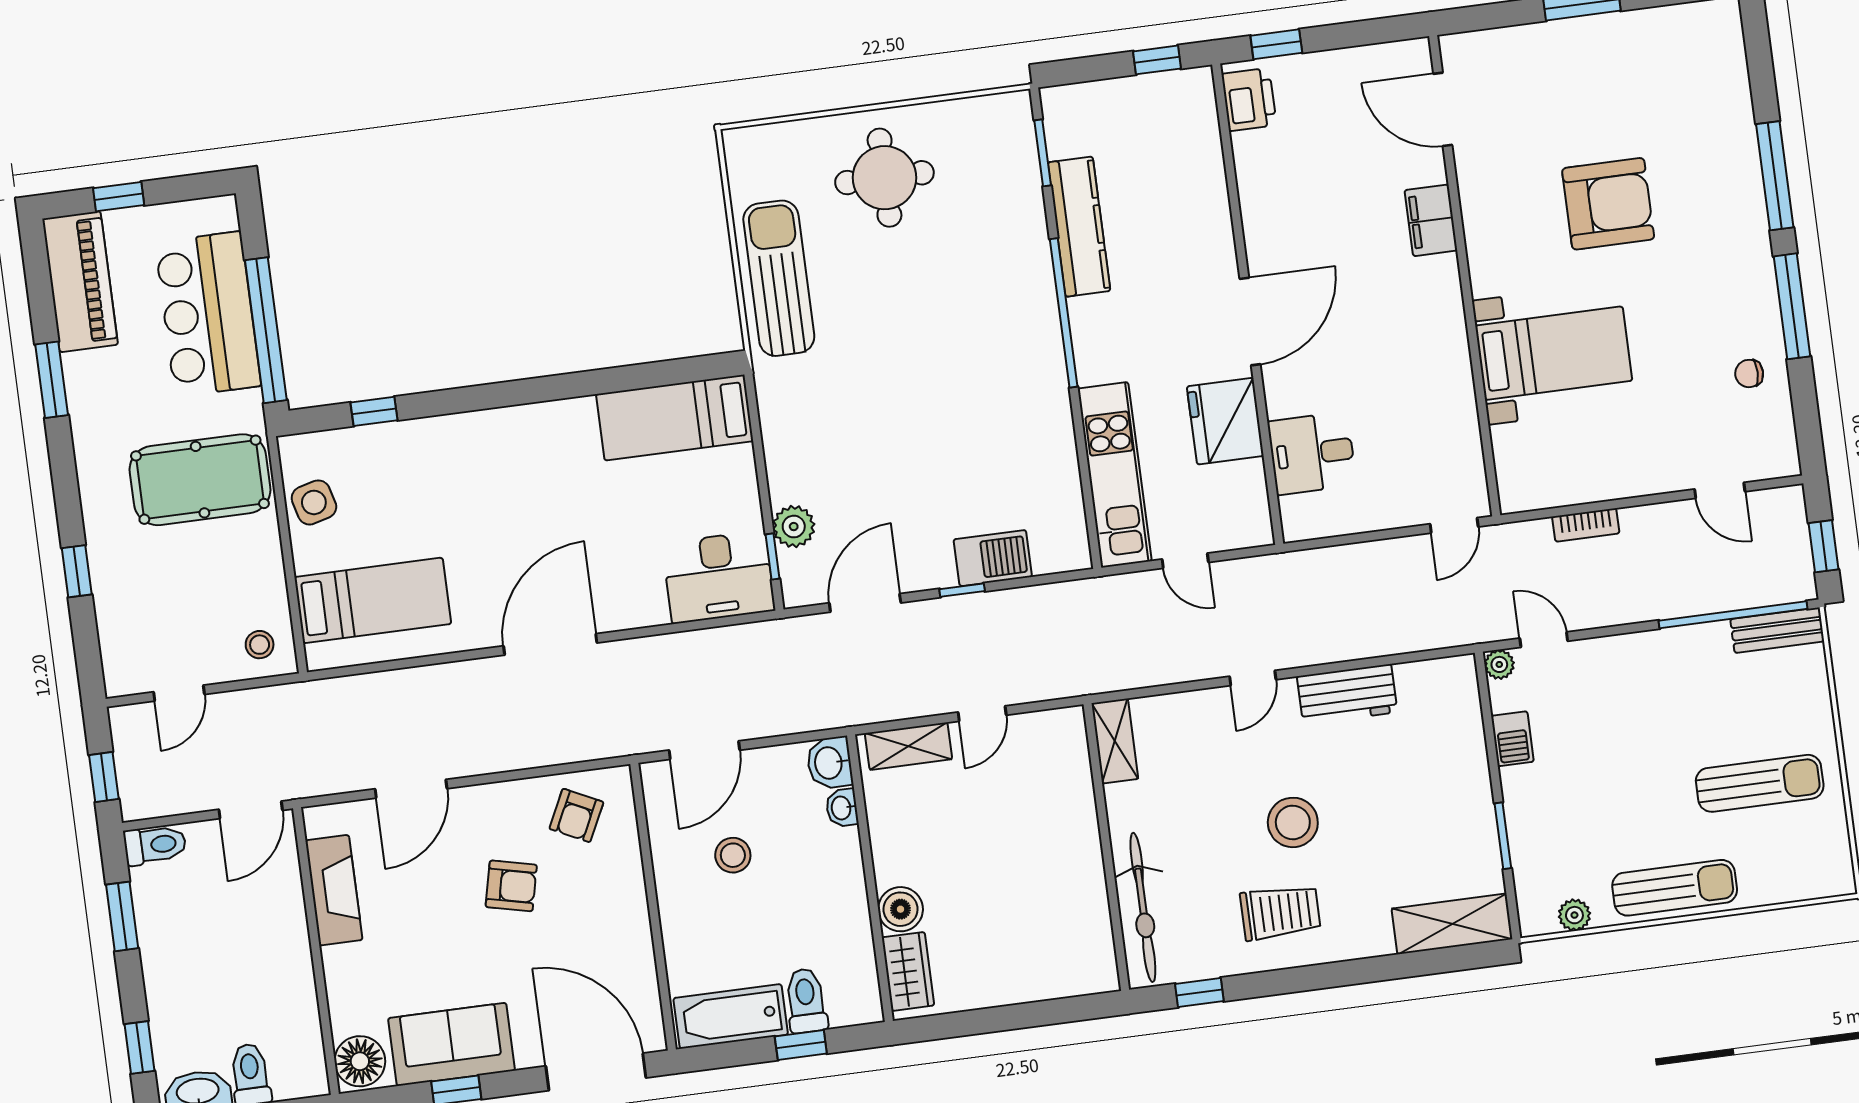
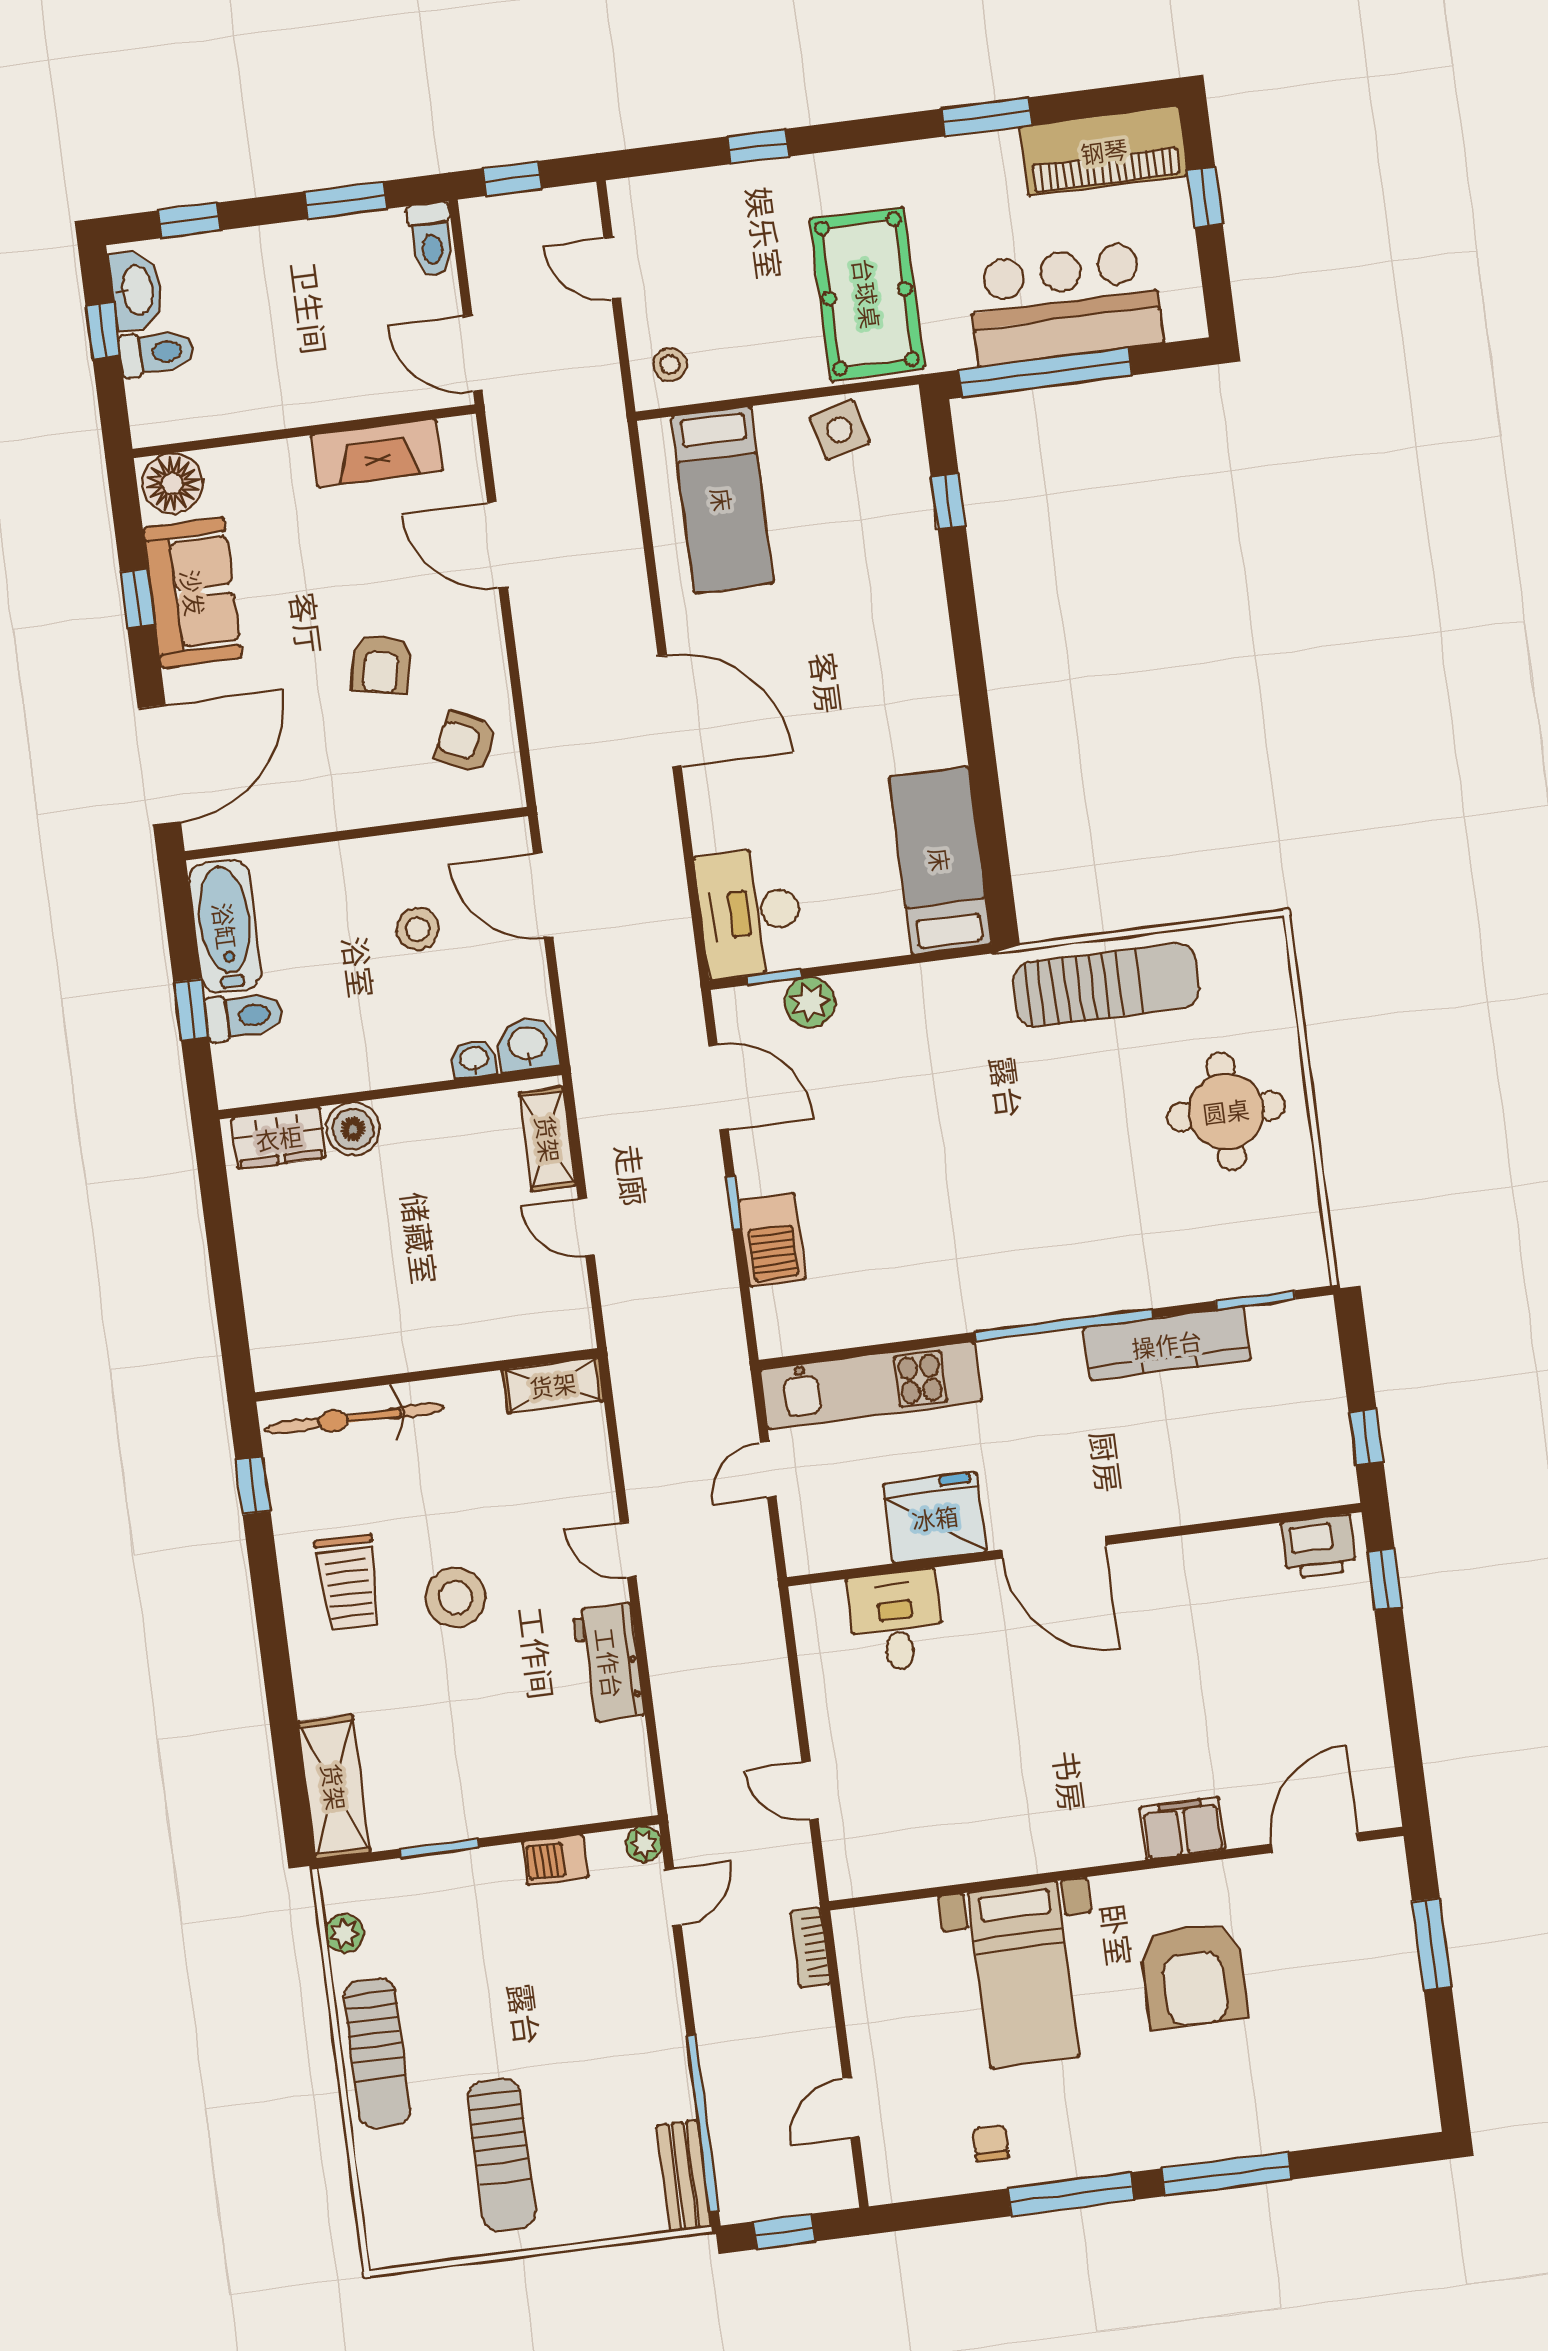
door: (1443, 109) -> (1315, 1843), moved
filing cabinet: (1431, 220) -> (1182, 1828), moved
wall: (1465, 276) -> (1116, 1868), moved
bed with nightstands: (1554, 353) -> (1024, 1975), moved

